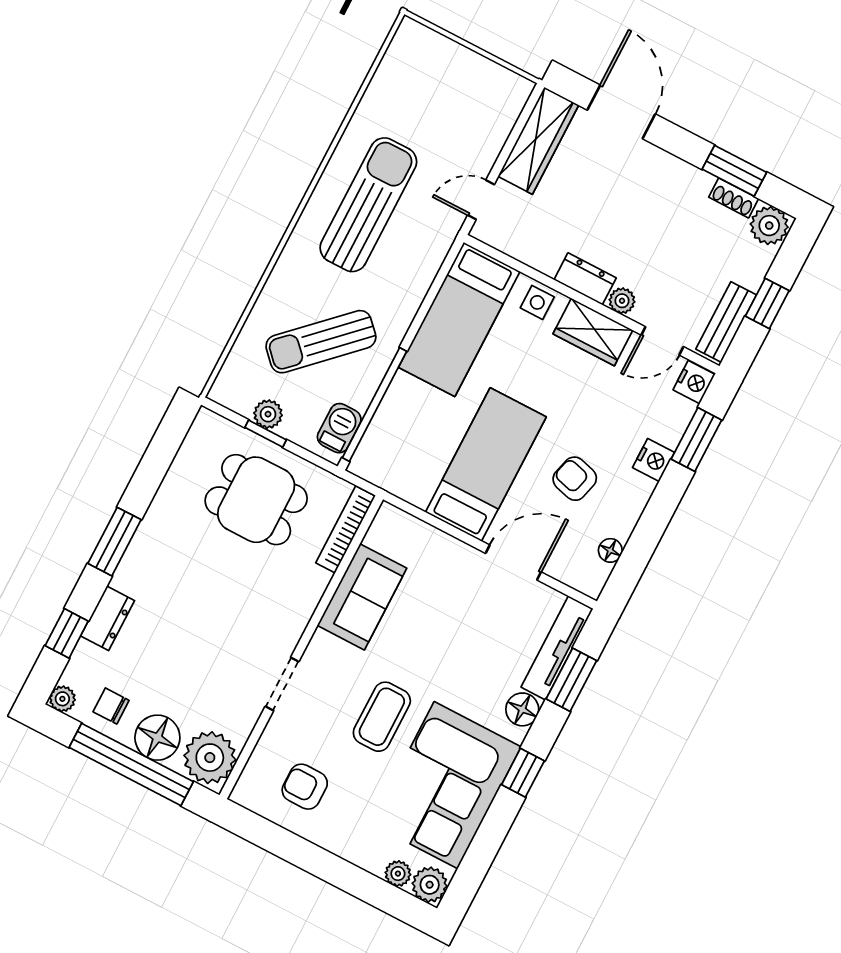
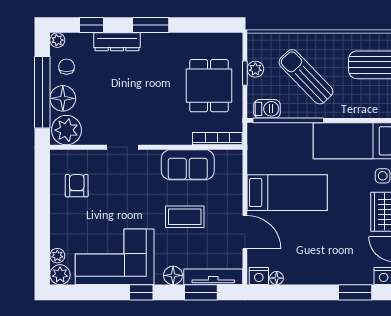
nightstand: (653, 460) -> (259, 276), moved
armchair: (575, 479) -> (303, 241), removed
dresser: (108, 618) -> (117, 42), width x1.44
coffee table: (382, 717) -> (185, 217), moved

